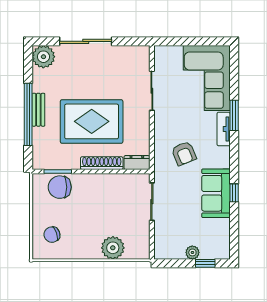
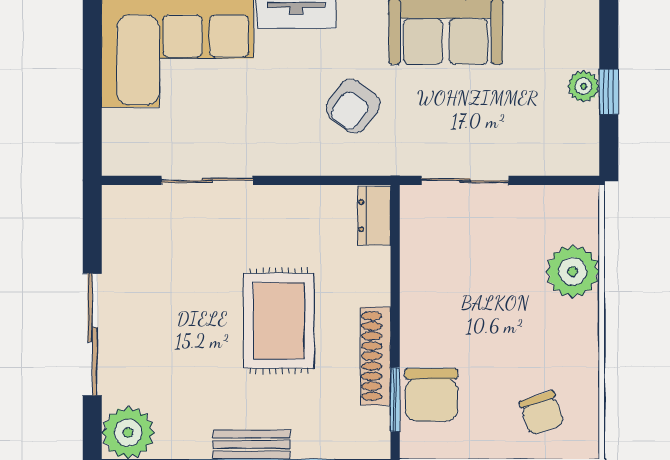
rug: (92, 121) -> (279, 321), width x0.73, depth x0.69
armchair: (184, 153) -> (353, 106), turned 149
shoe rack: (102, 163) -> (376, 356), moved
window: (205, 263) -> (609, 92), moved

